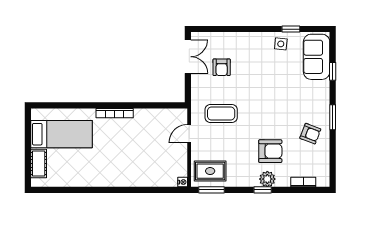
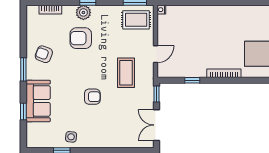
sofa: (317, 57) -> (38, 101), moved
armchair: (222, 67) -> (92, 97), moved, turned 90
window: (188, 90) -> (157, 94), added
window: (149, 105) -> (192, 80), added
coffee table: (221, 114) -> (126, 73), turned 90

